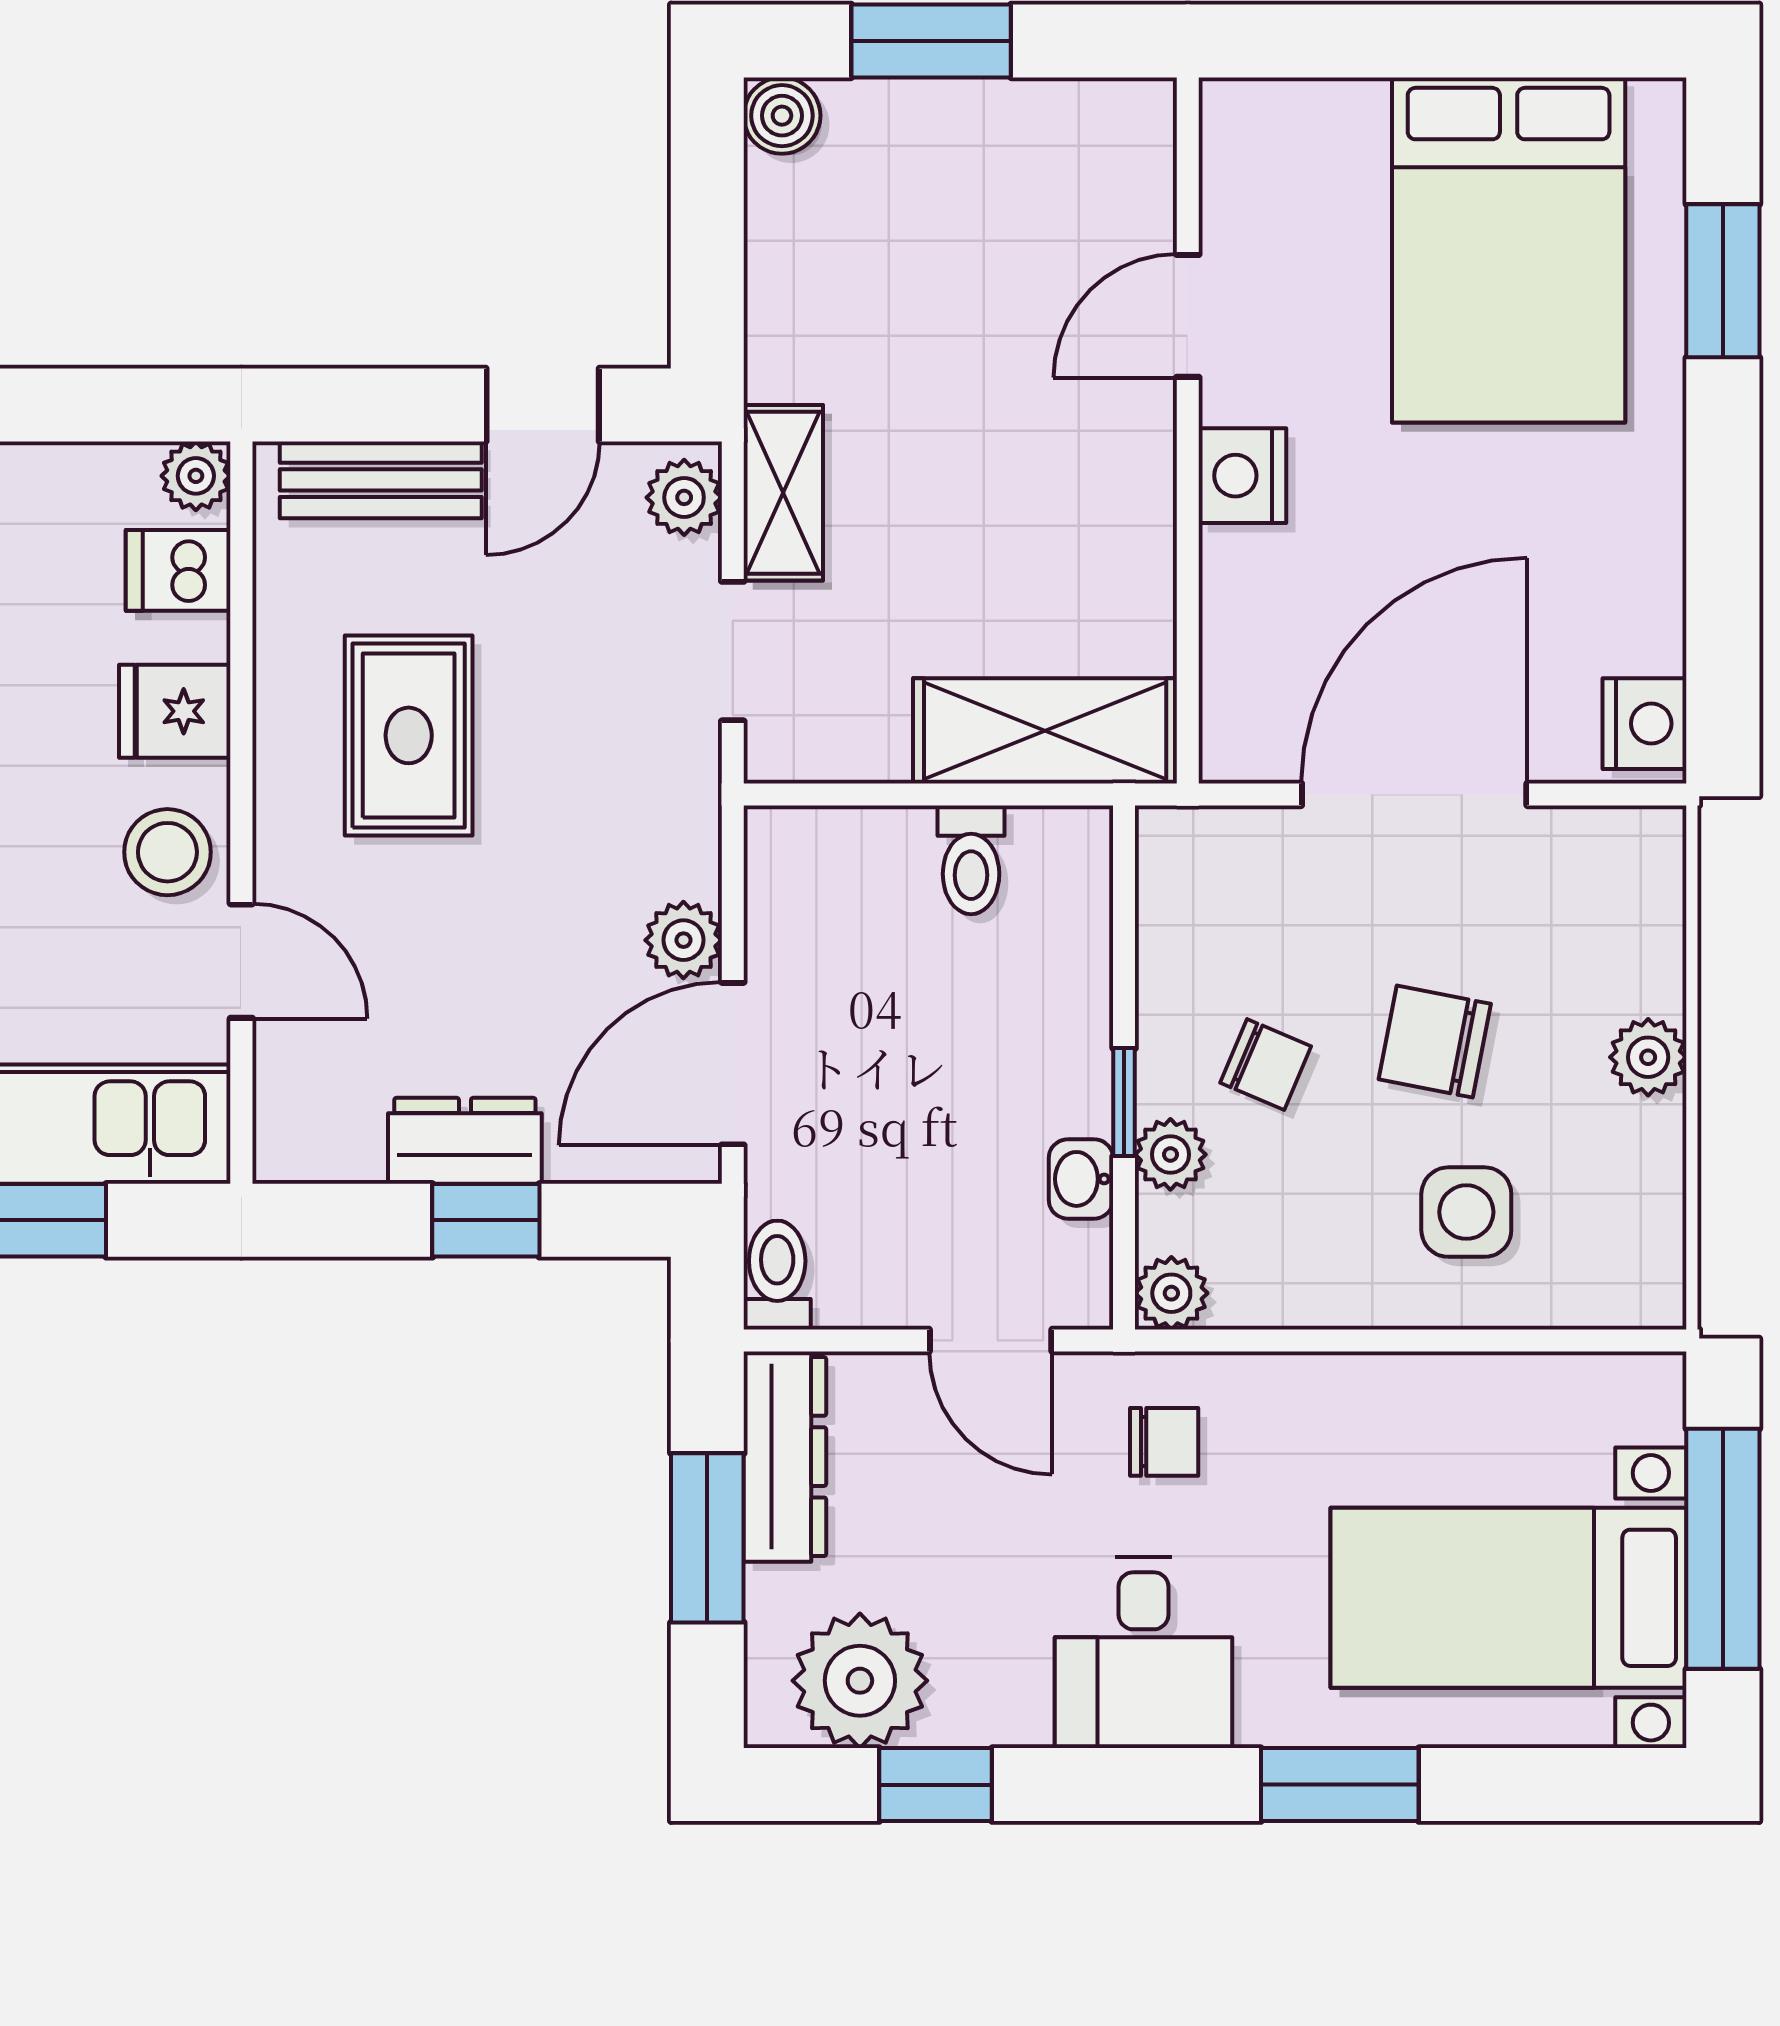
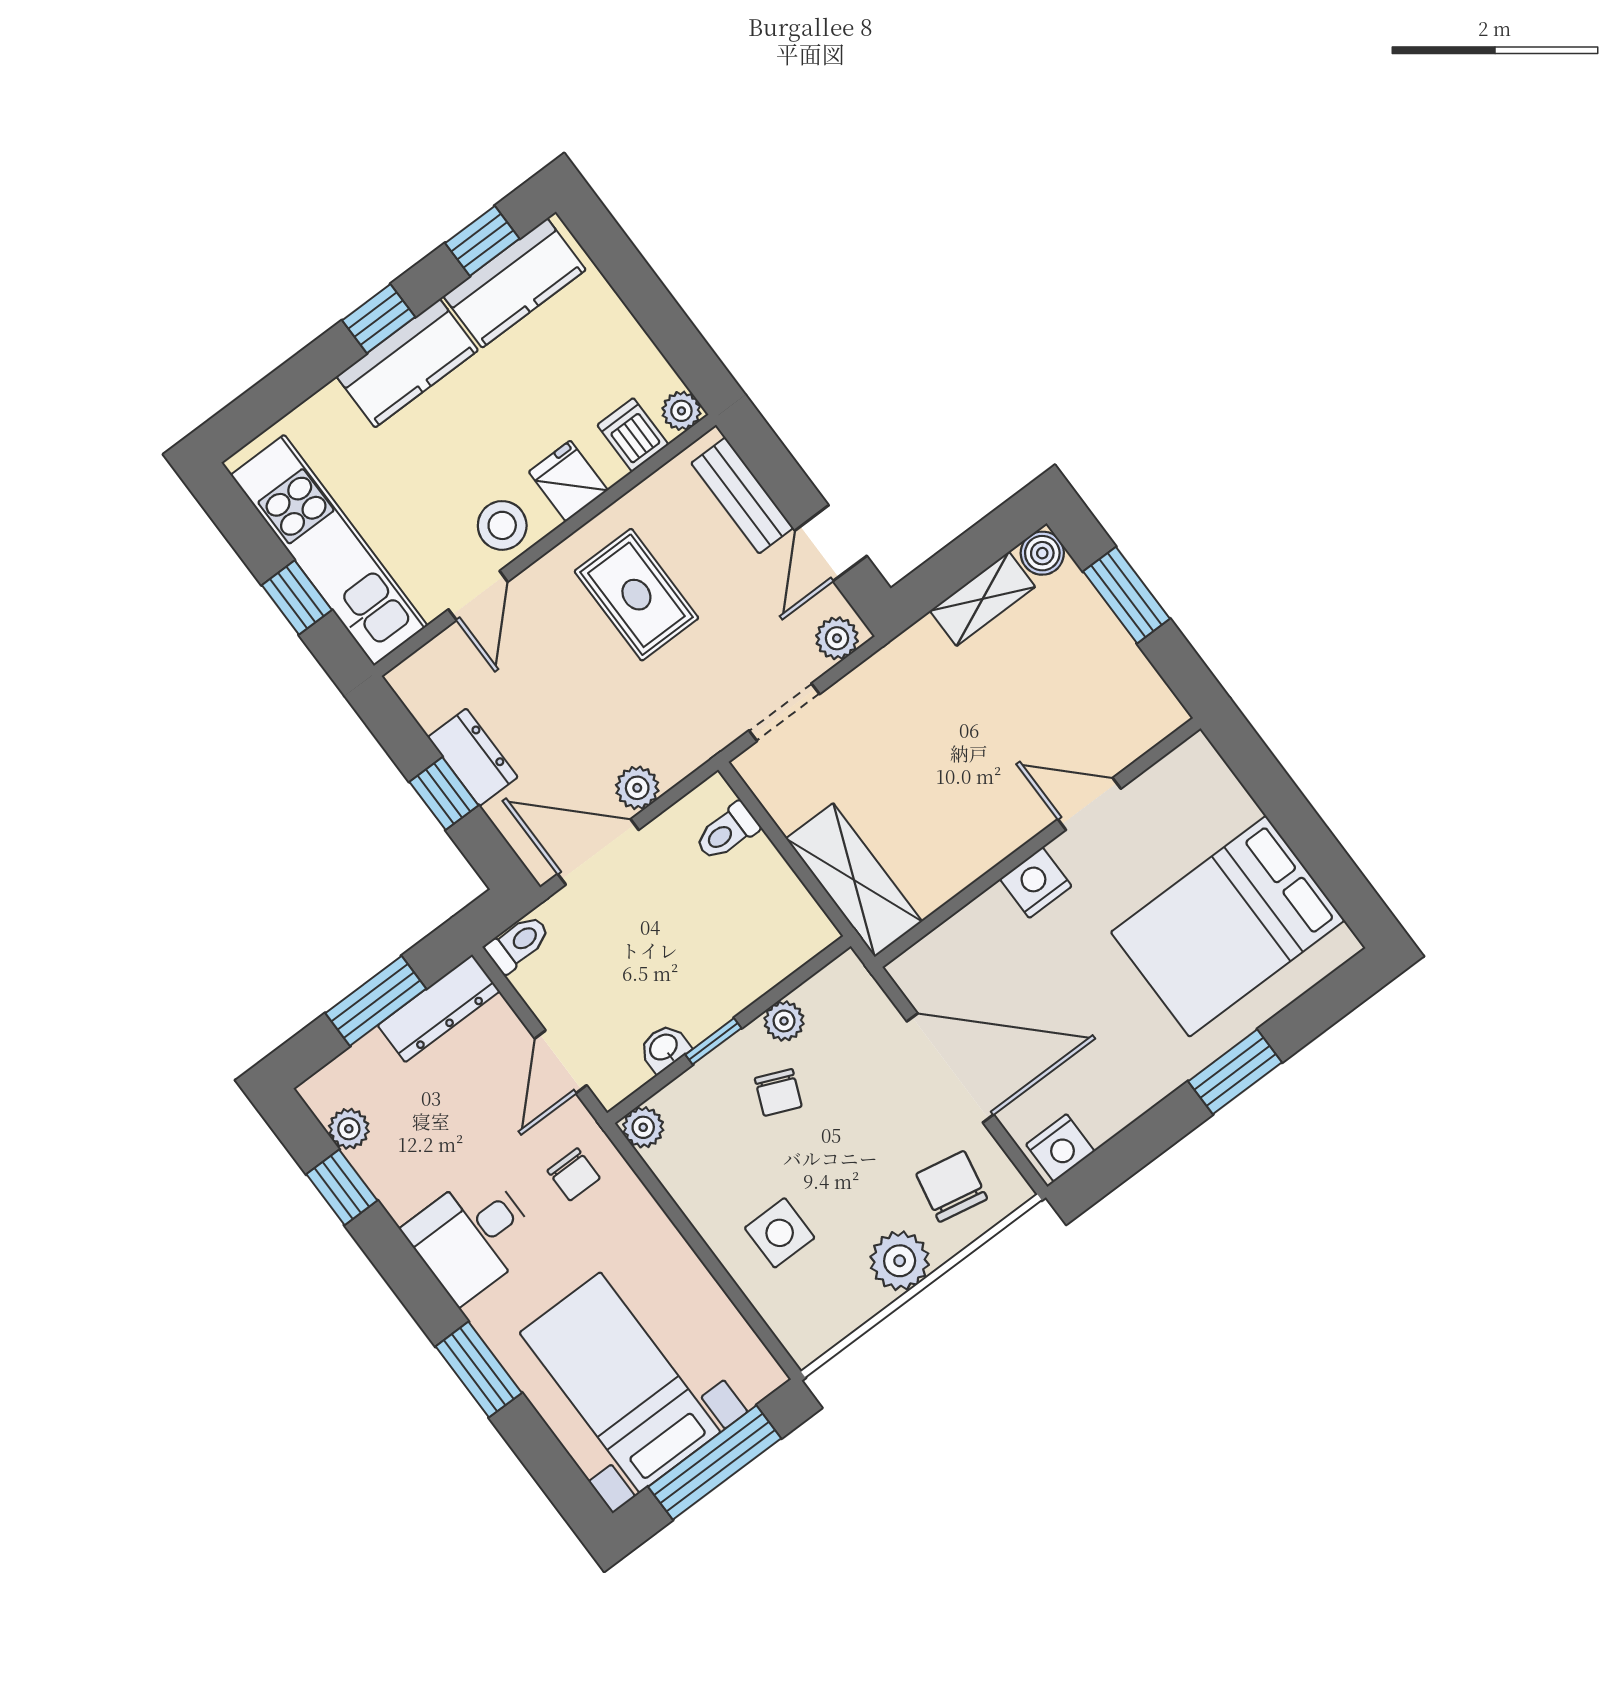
window: (1723, 281) -> (1235, 1072), moved
door: (543, 405) -> (831, 543), hinge flipped
shelving: (783, 493) -> (983, 599), moved
rug: (409, 735) -> (636, 595), turned 90
toilet: (971, 860) -> (727, 832), moved
chair: (1435, 1042) -> (952, 1186), moved
plant: (1648, 1057) -> (900, 1261), width x1.38, depth x1.38
plant: (1170, 1154) -> (784, 1021), moved
plant: (860, 1681) -> (349, 1129), width x0.53, depth x0.53

